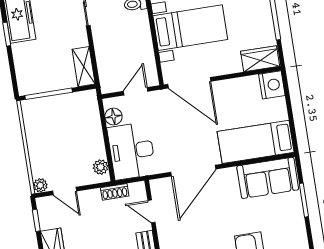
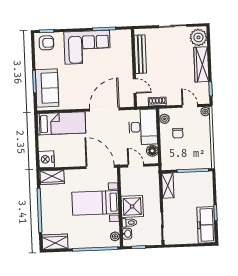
shower: (134, 29) -> (132, 206), added
door: (136, 91) -> (136, 166), swing flipped
chair: (78, 148) -> (178, 133), added
sofa: (268, 178) -> (47, 88), moved, turned 90

